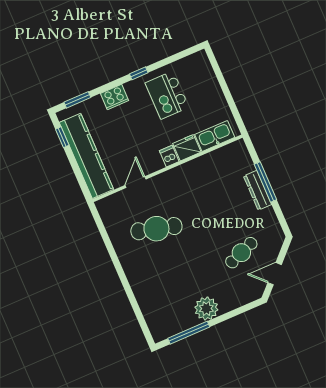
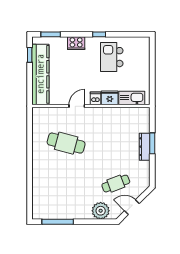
door: (135, 182) -> (77, 106), moved
window: (265, 182) -> (152, 143), width x0.69
plant: (206, 309) -> (101, 211), moved

